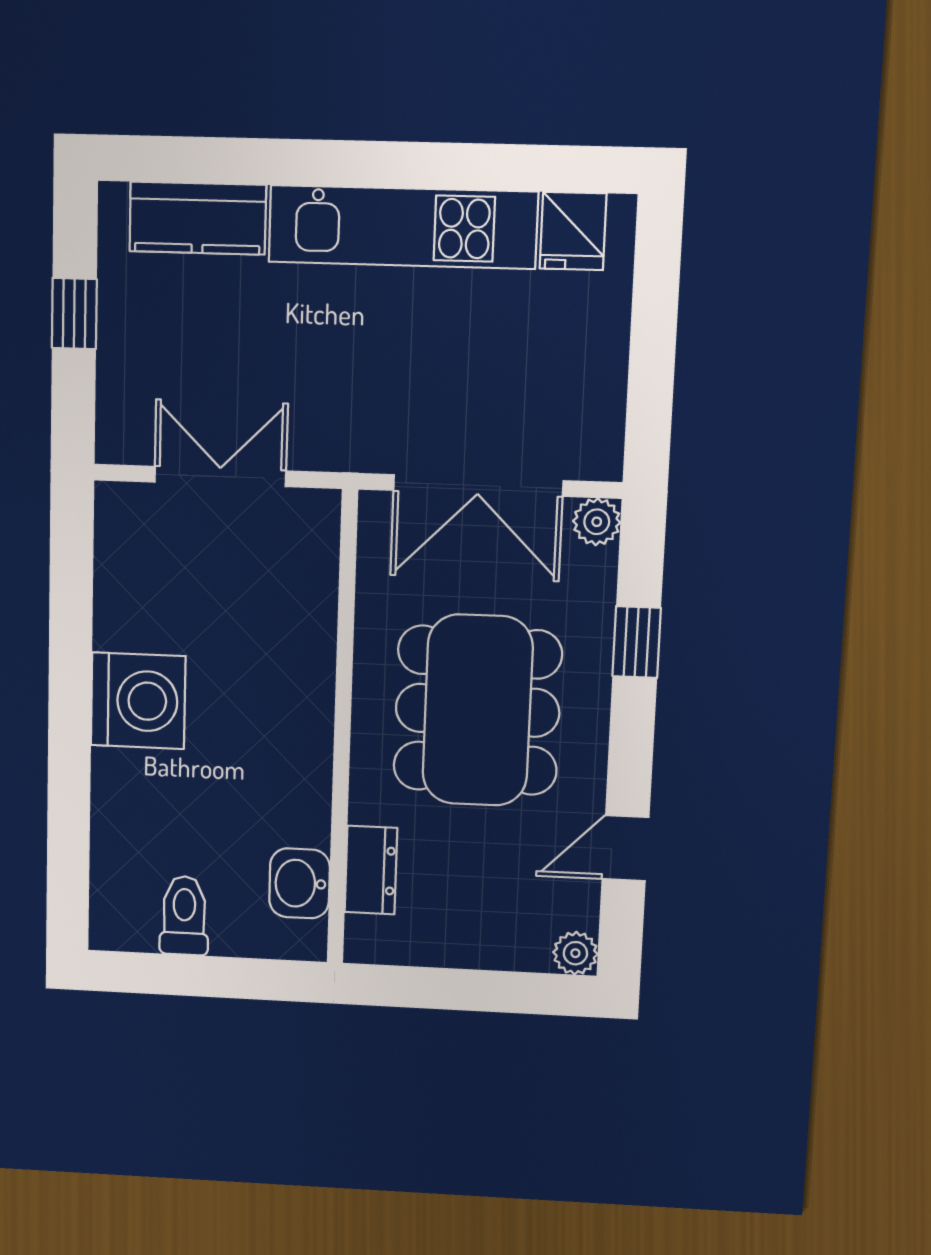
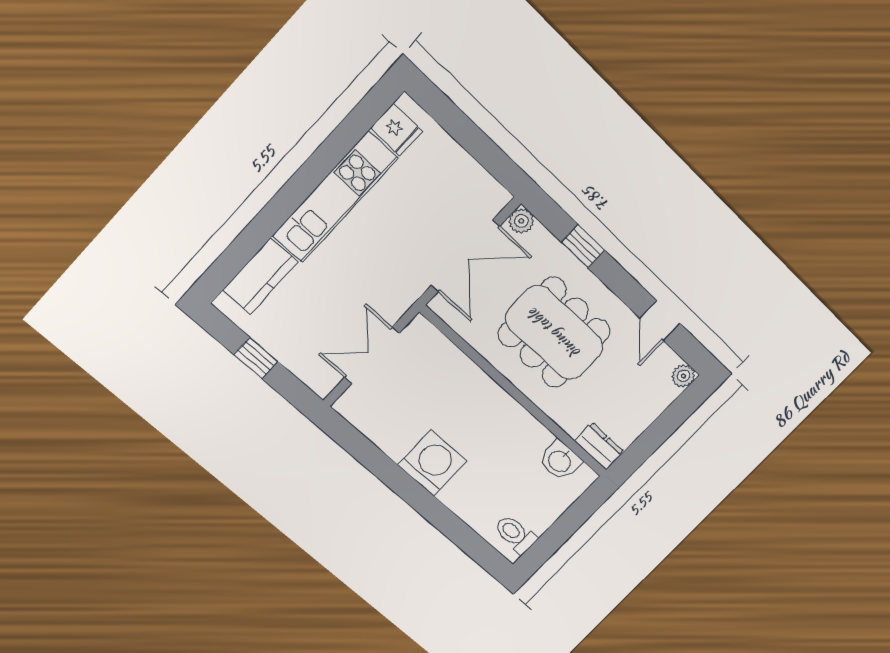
dresser: (371, 870) -> (599, 446), moved
toilet: (184, 916) -> (515, 534), moved

